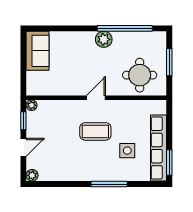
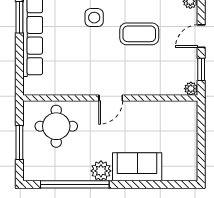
sofa: (38, 51) -> (137, 167), moved, turned 90
coffee table: (95, 131) -> (139, 34), moved
side table: (127, 151) -> (94, 18), moved

